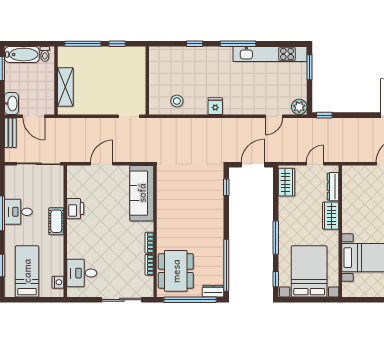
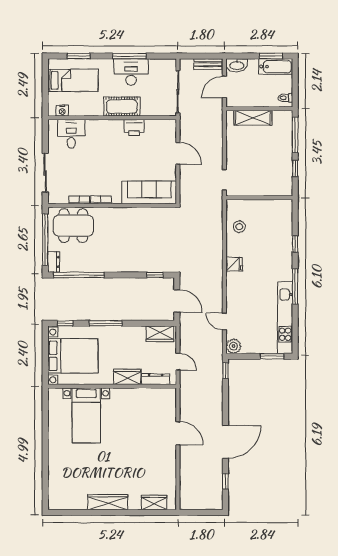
bathtub: (22, 55) -> (276, 67), moved, turned -90
desk: (18, 212) -> (131, 72), width x1.37
cot: (56, 221) -> (122, 107), width x1.37, depth x1.34

